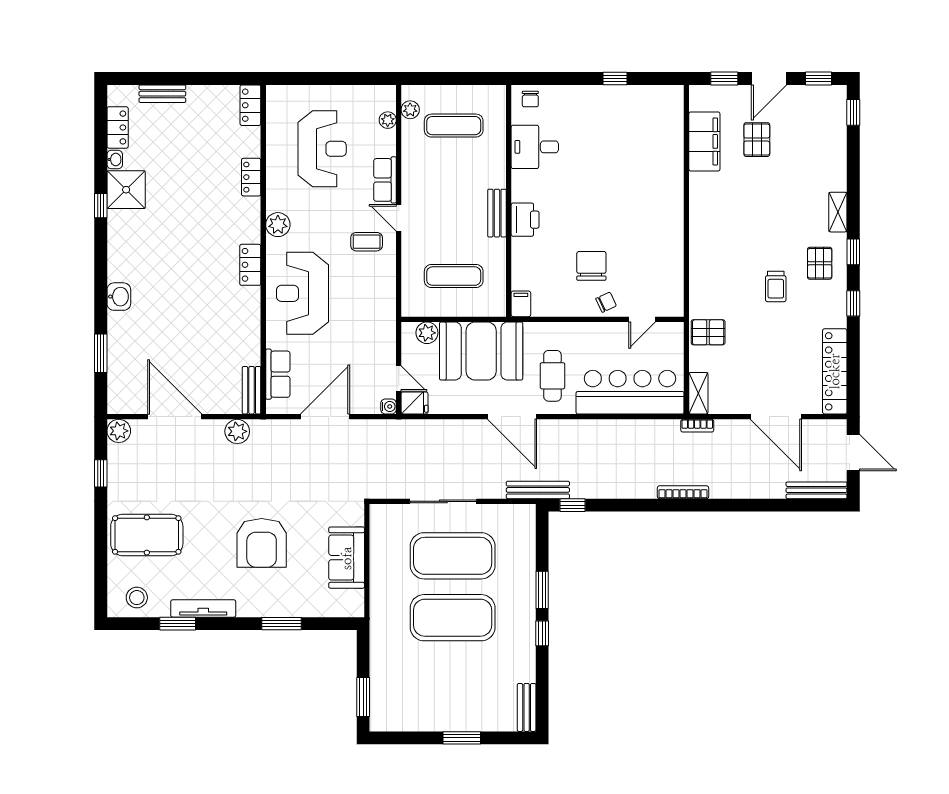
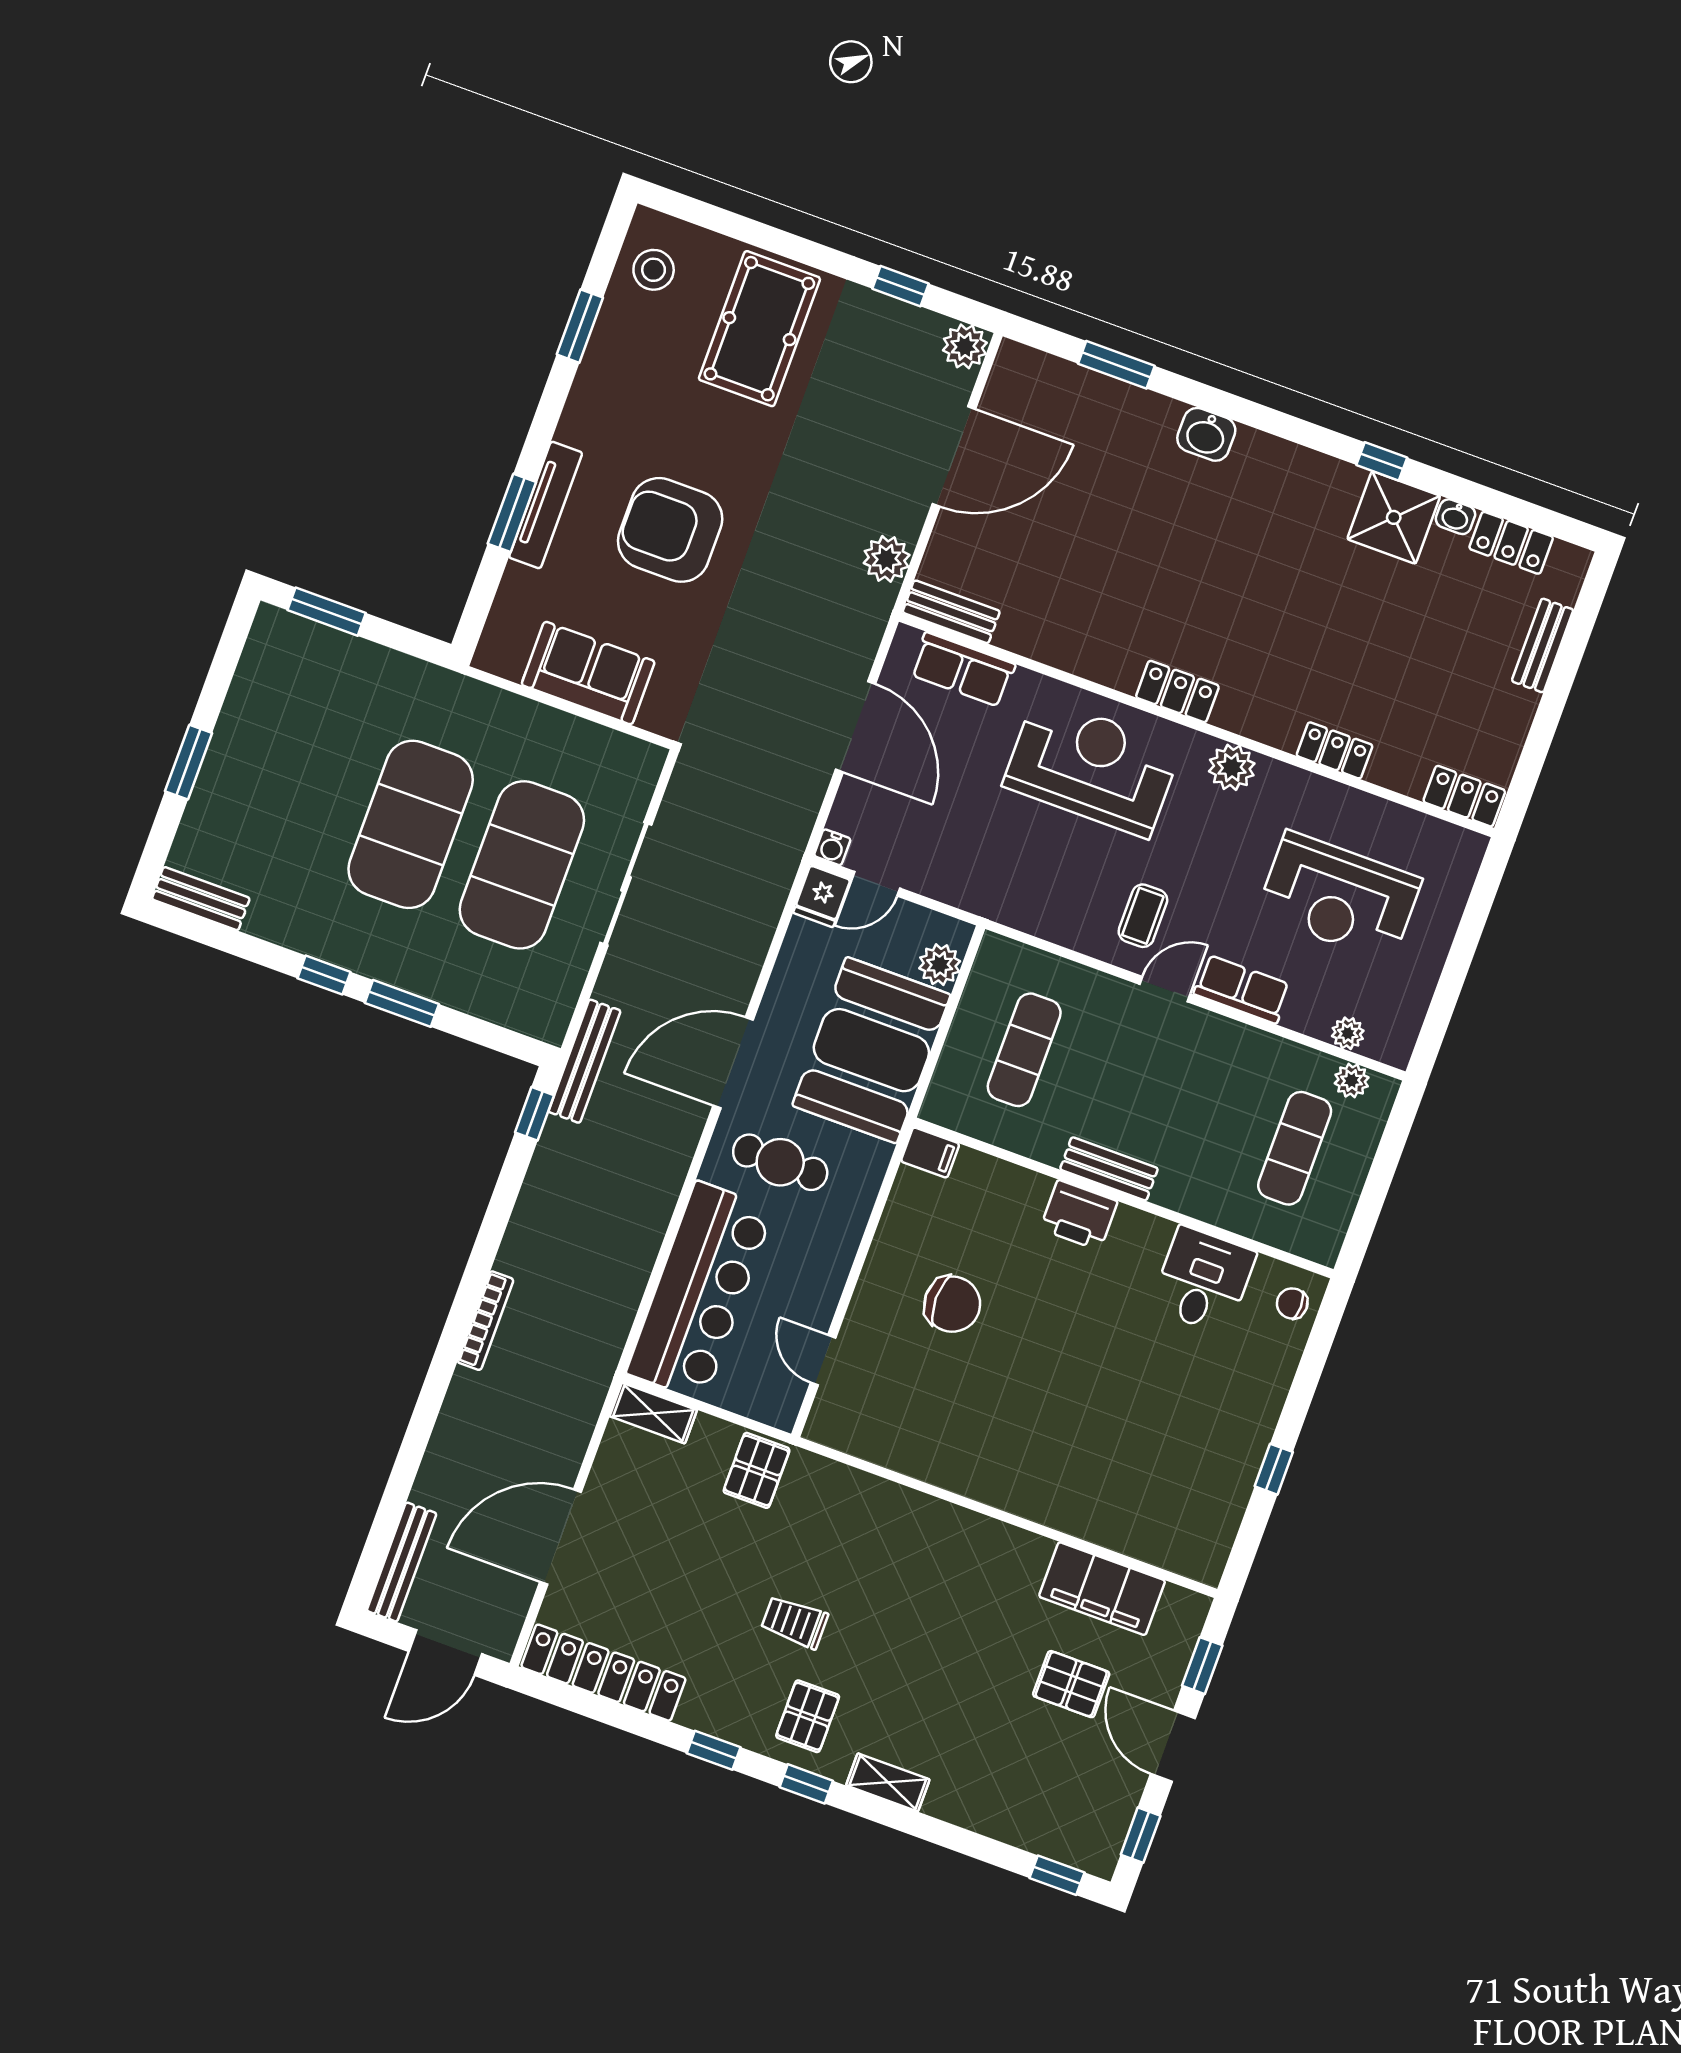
pallet: (820, 263) -> (808, 1716), turned 90
chair: (606, 302) -> (877, 1307), removed
bookcase: (697, 426) -> (596, 1390), removed
tv unit: (203, 608) -> (546, 505), moved

